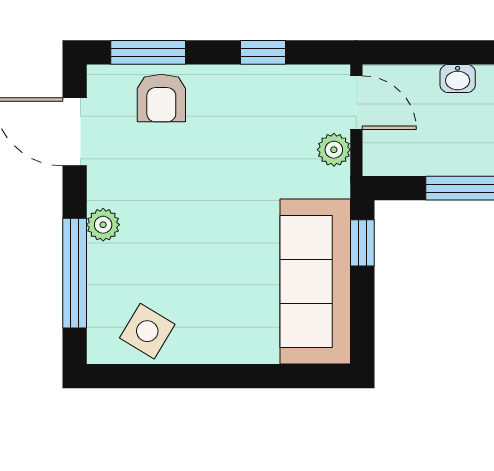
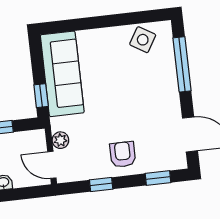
window: (148, 52) -> (158, 178), width x0.67
armchair: (161, 98) -> (123, 154), moved
plant: (103, 225) -> (171, 90), removed

